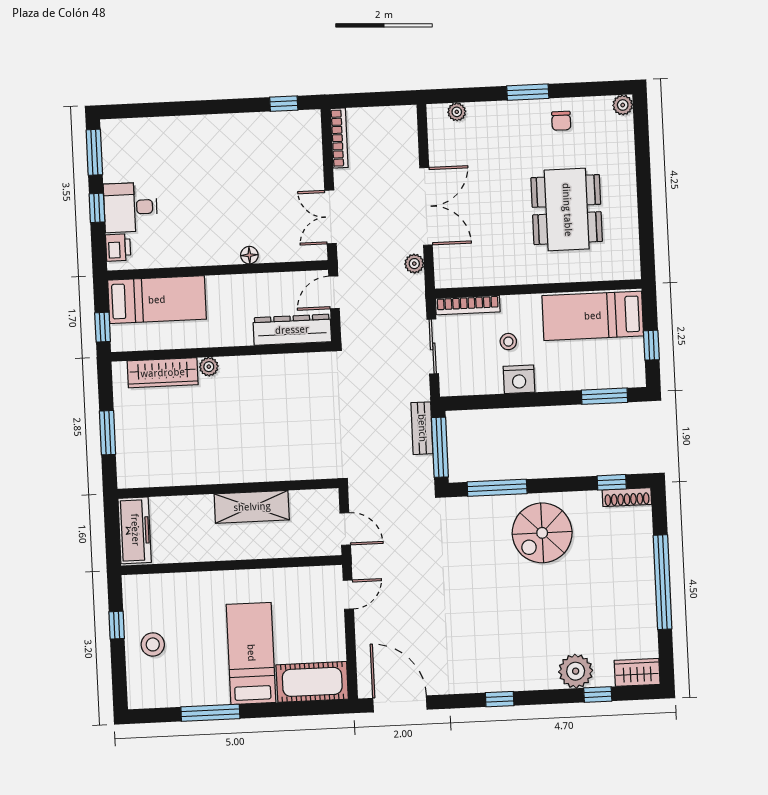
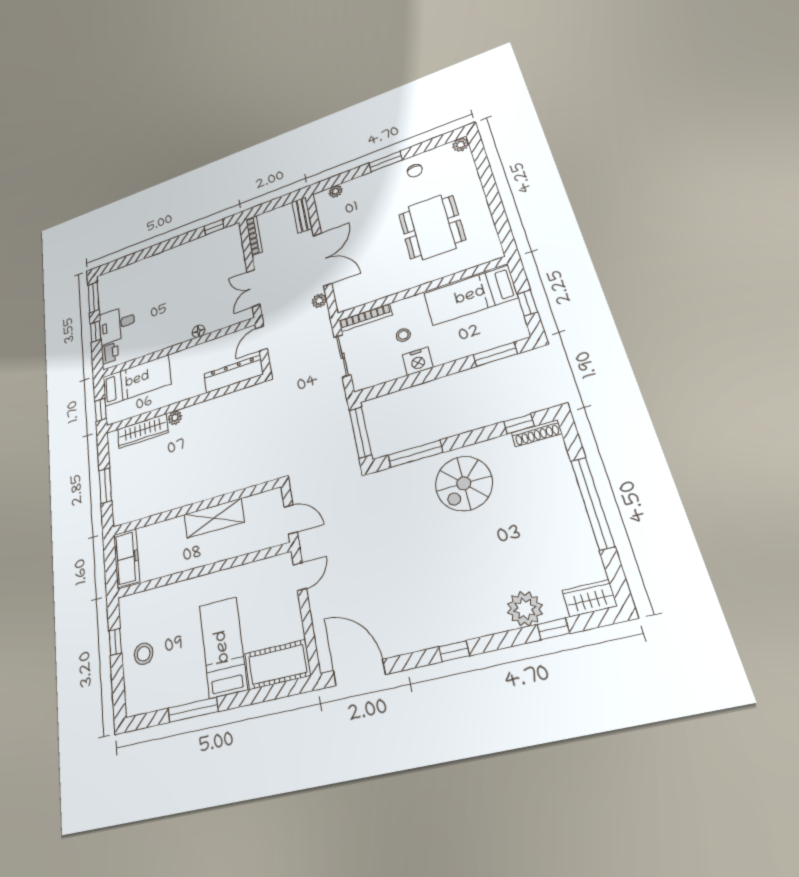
bench: (422, 428) -> (302, 215), moved

